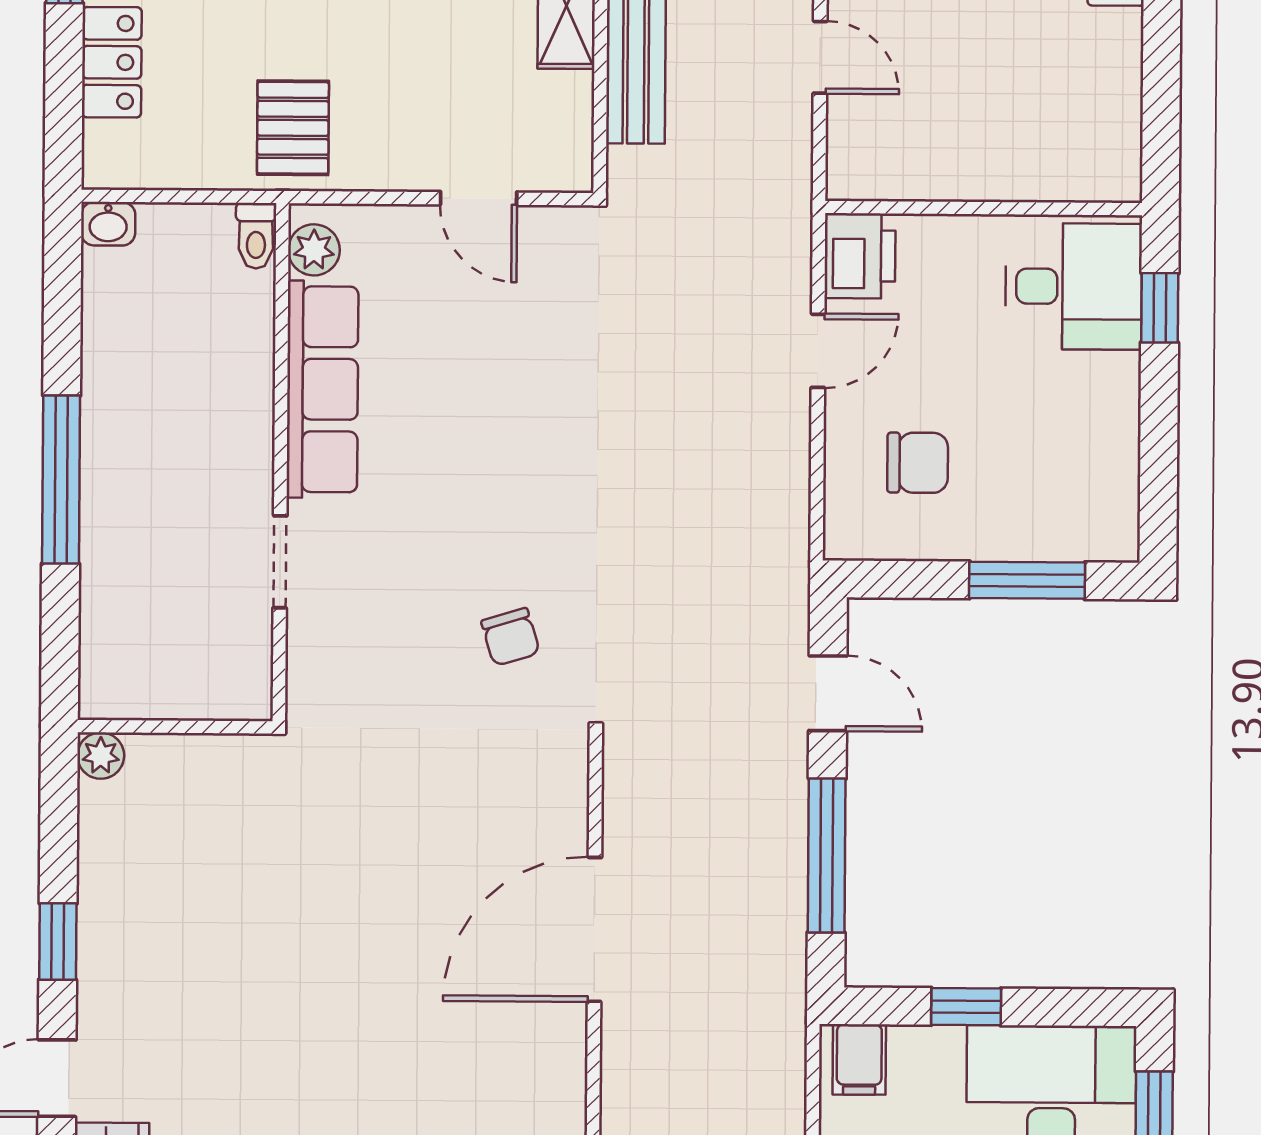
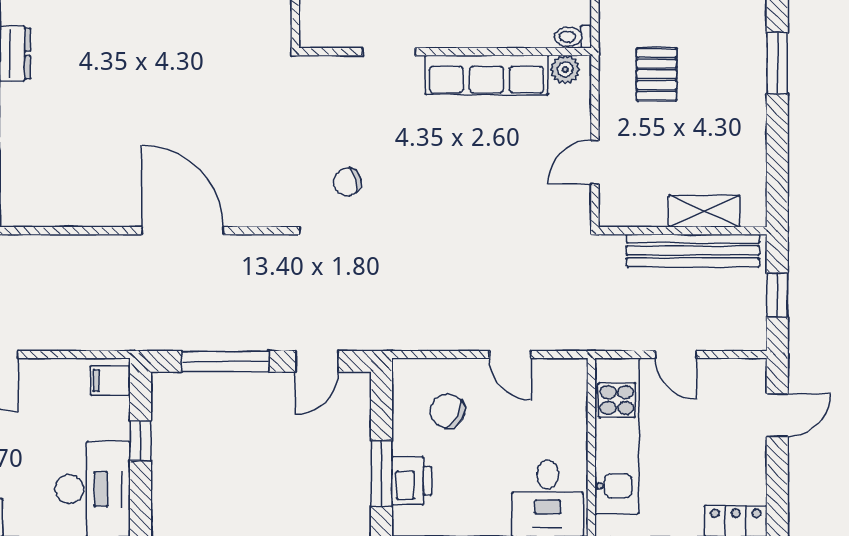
door: (820, 57) -> (676, 354), hinge flipped
pallet: (293, 128) -> (657, 74), moved, turned 90
kitchen unit: (964, 163) -> (617, 436), added
printer: (860, 256) -> (412, 481), moved, turned -90
chair: (918, 463) -> (447, 411), turned 118

